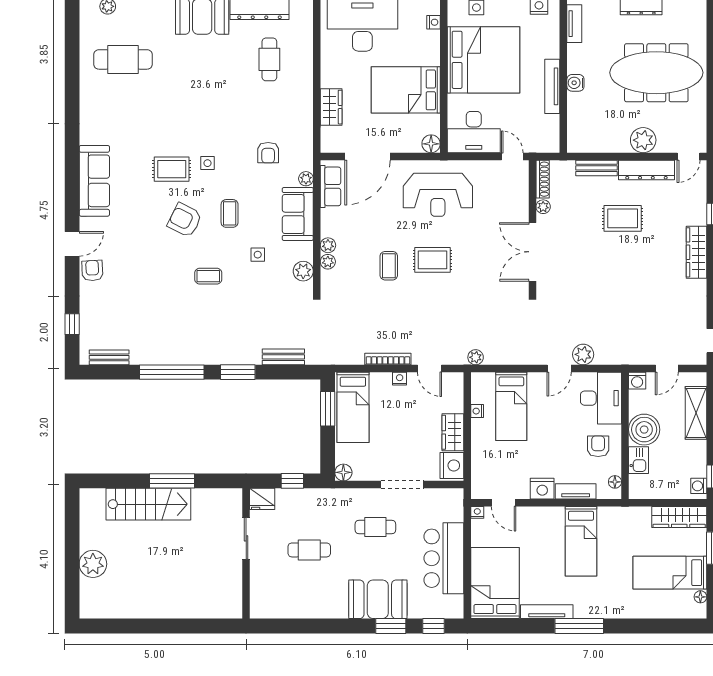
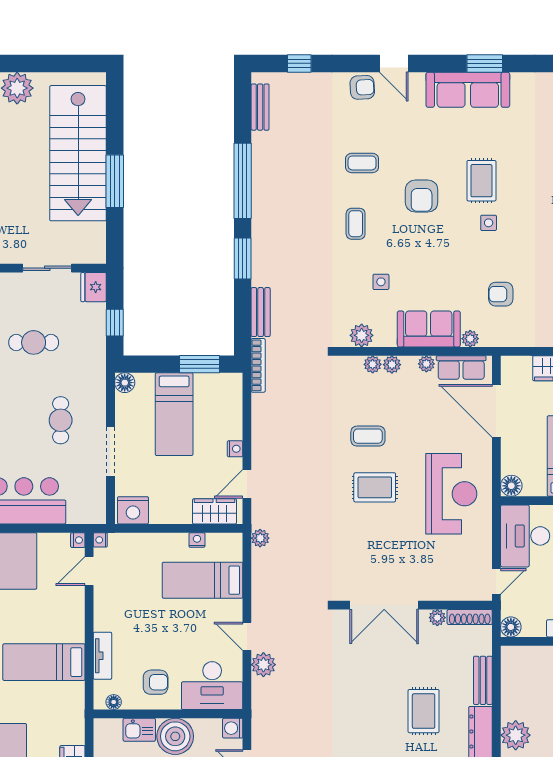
floor lamp: (551, 144) -> (511, 627), added
window: (72, 166) -> (485, 63), added
reception desk: (438, 195) -> (451, 494), turned 180
coffee table: (230, 213) -> (362, 163), moved
plant: (327, 216) -> (426, 364), added
armchair: (185, 220) -> (422, 196), turned 153
double door: (533, 252) -> (384, 605), swing flipped
rug: (432, 260) -> (375, 487), turned 90
bookcase: (388, 359) -> (258, 365), moved
bed: (353, 407) -> (174, 414), moved, turned -90
wardrobe: (453, 432) -> (215, 511), moved
nightstand: (542, 489) -> (100, 540), moved, width x0.53, depth x0.56
stairs: (148, 504) -> (78, 153), width x1.36, depth x1.51
cafe table: (309, 550) -> (34, 342), turned 90

